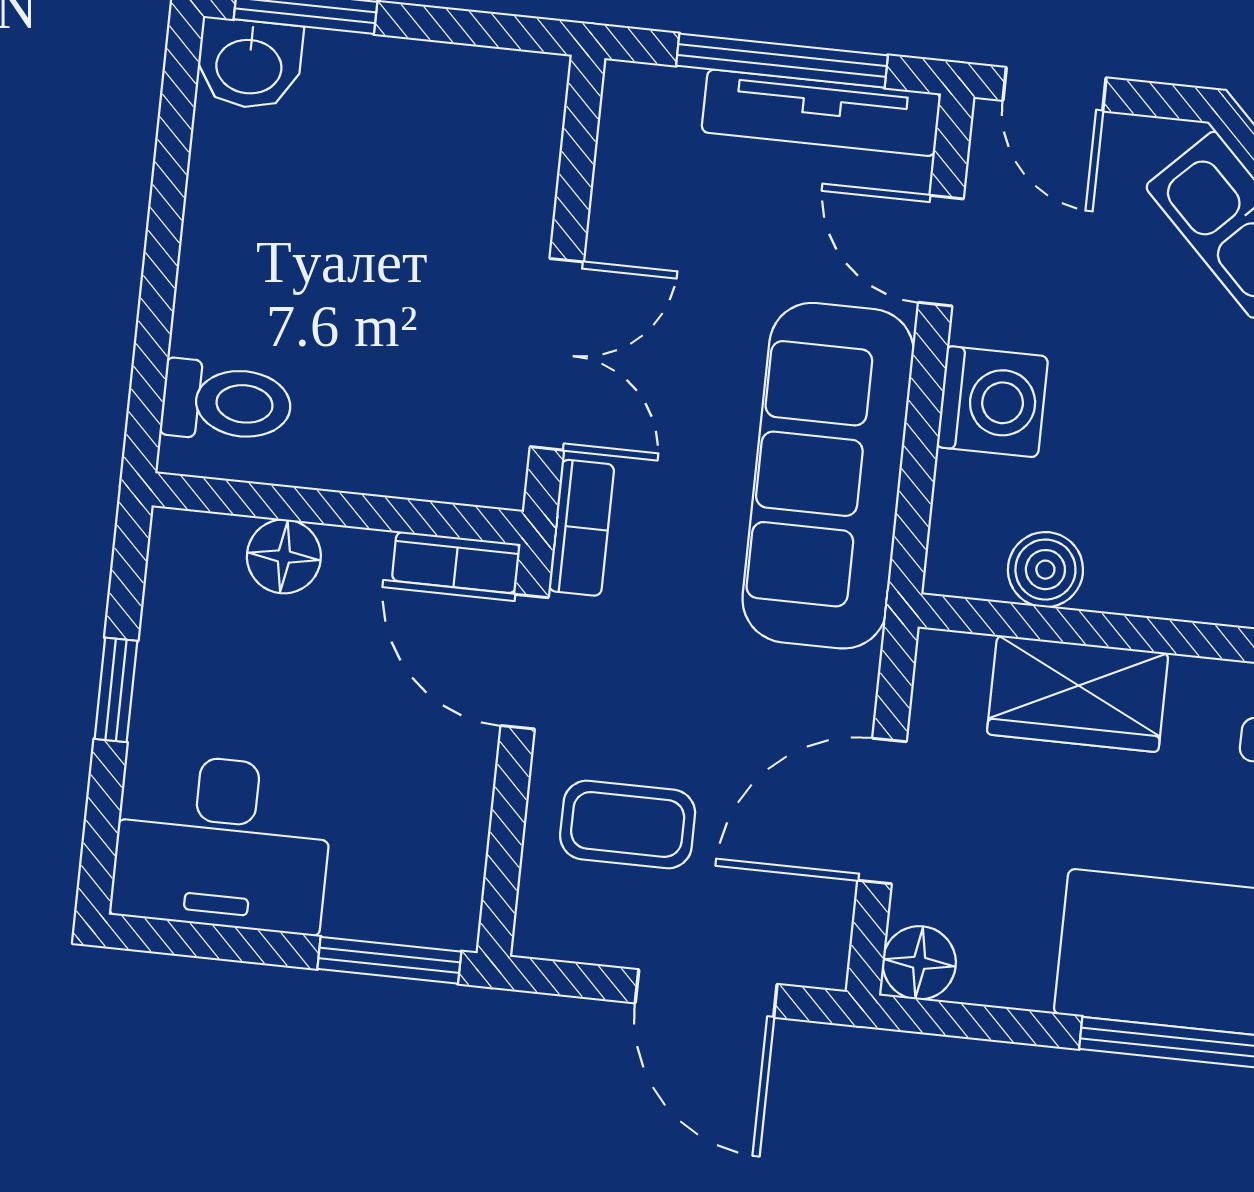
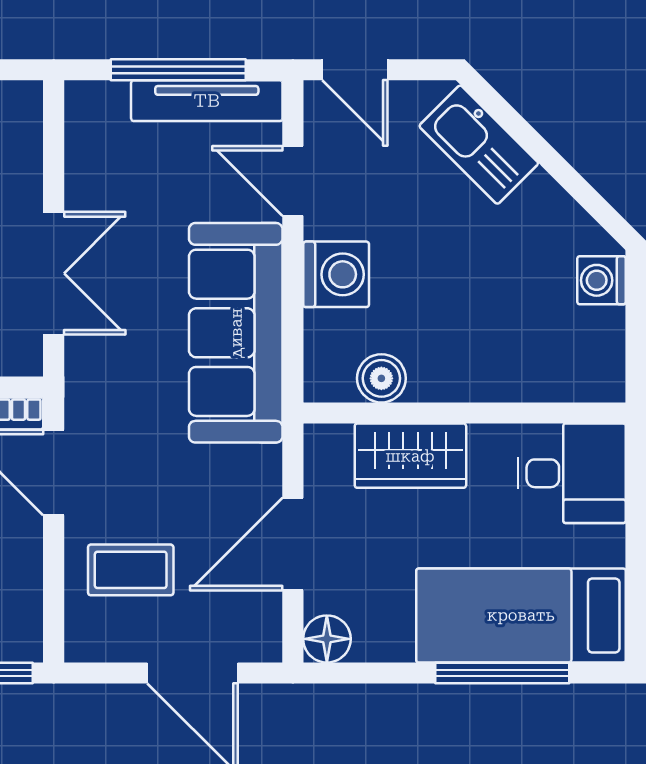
bookcase: (581, 528) -> (81, 383), removed

